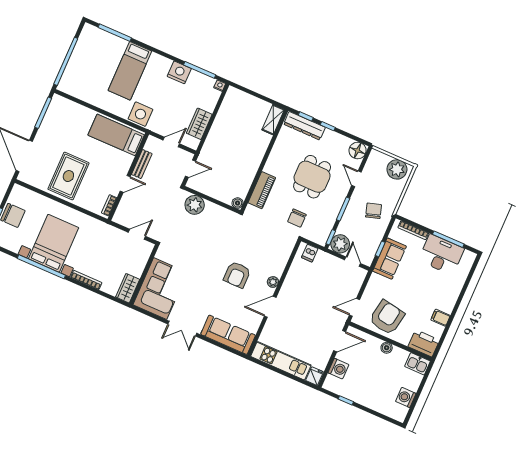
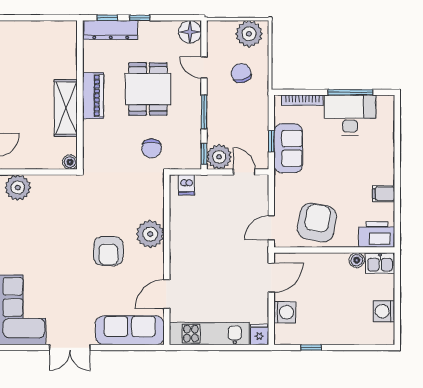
shelving: (273, 120) -> (66, 108), moved, width x1.50, depth x1.33
piano: (262, 190) -> (93, 96), moved
chair: (374, 211) -> (241, 73), moved
plant: (273, 282) -> (150, 234), width x1.88, depth x1.88
door: (270, 307) -> (167, 294), moved
boiler: (387, 348) -> (357, 260), moved

